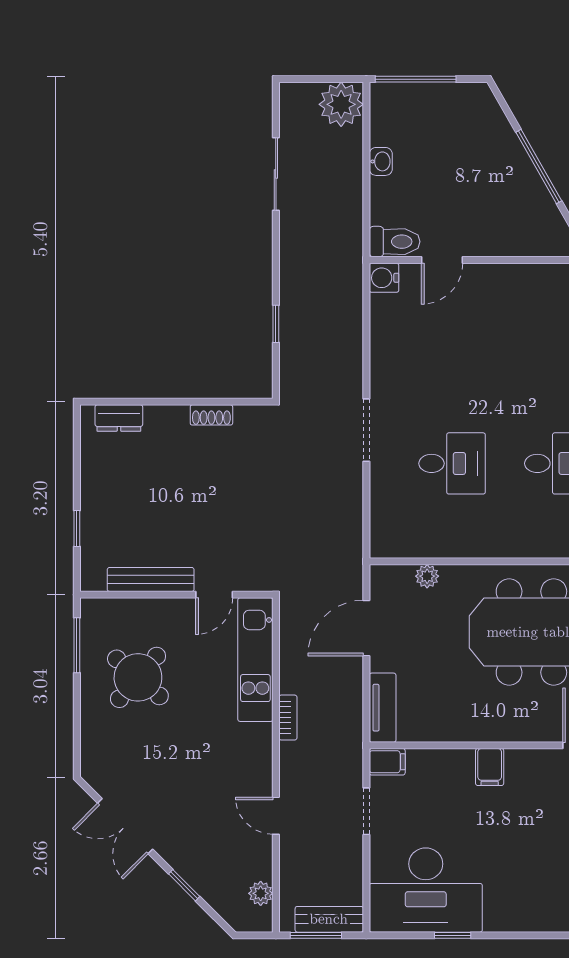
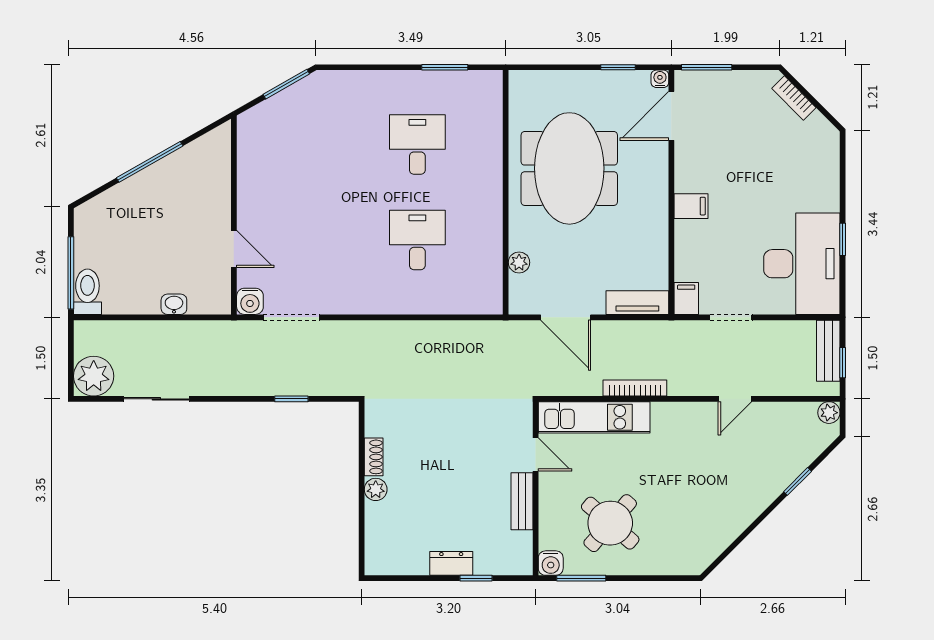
plant: (341, 104) -> (94, 376), moved
washbasin: (381, 161) -> (174, 304), moved
toilet: (395, 242) -> (87, 292), moved
plant: (175, 417) -> (376, 489), added
dresser: (119, 418) -> (451, 563), moved, turned -90
doorway: (366, 430) -> (292, 317), moved
bench: (151, 579) -> (522, 501), width x0.73
water cooler: (94, 611) -> (551, 563), added
bookcase: (288, 718) -> (635, 388), width x1.56
double door: (125, 826) -> (744, 535), removed
plant: (261, 893) -> (829, 413), moved
window: (316, 935) -> (843, 363), width x0.67

